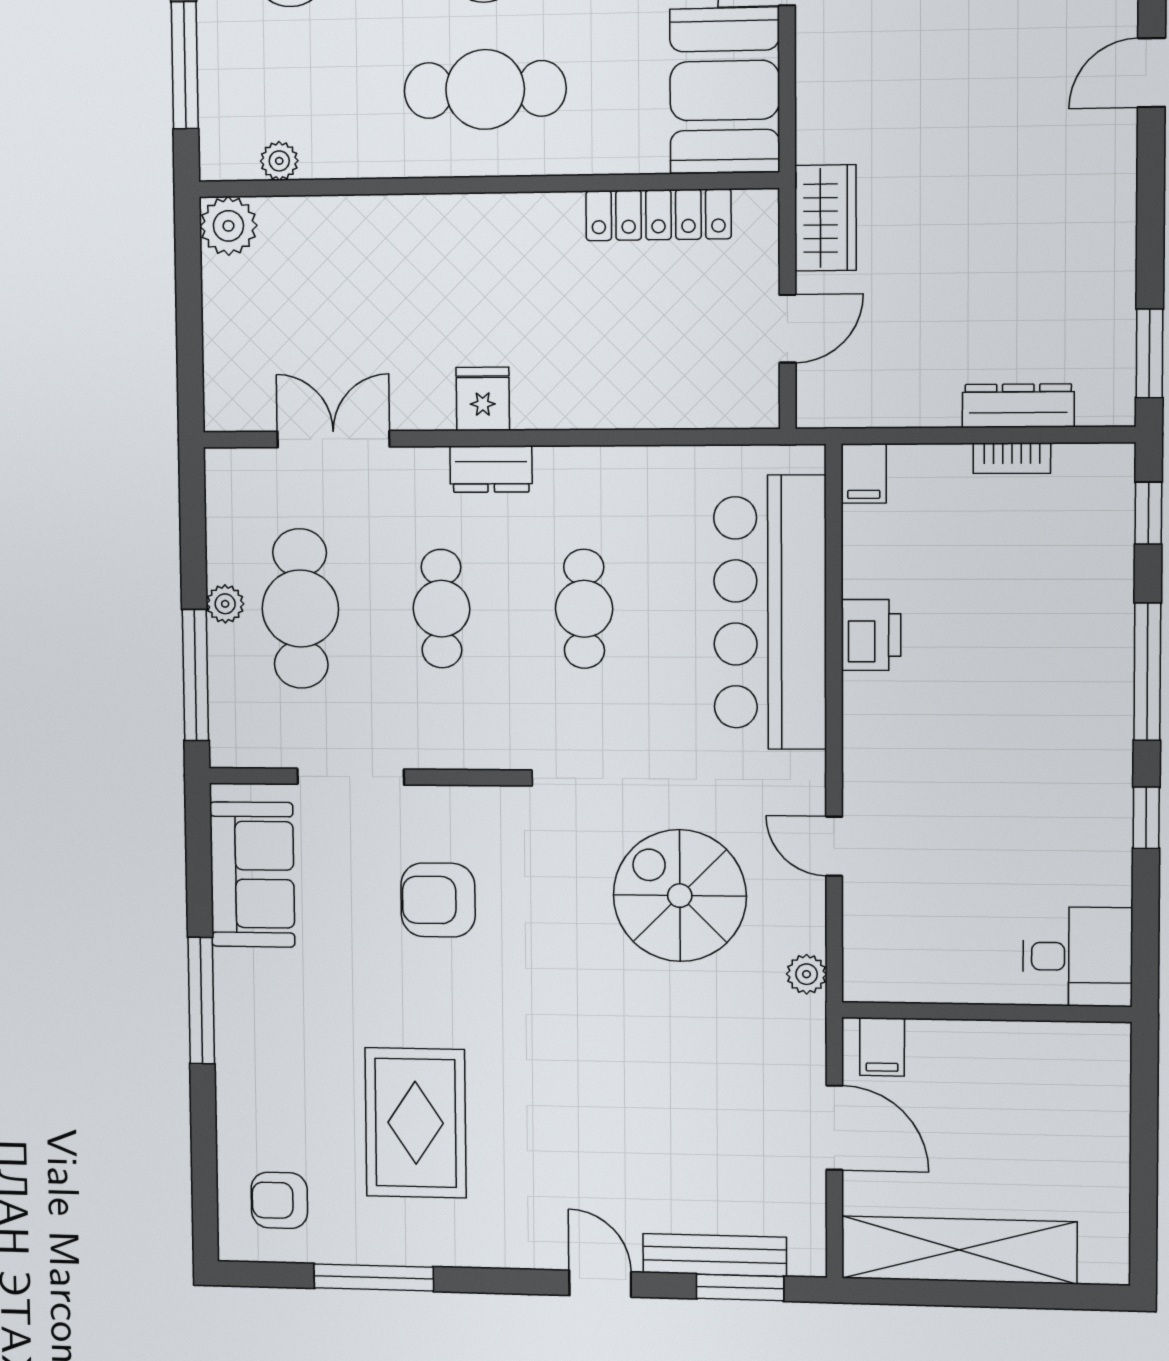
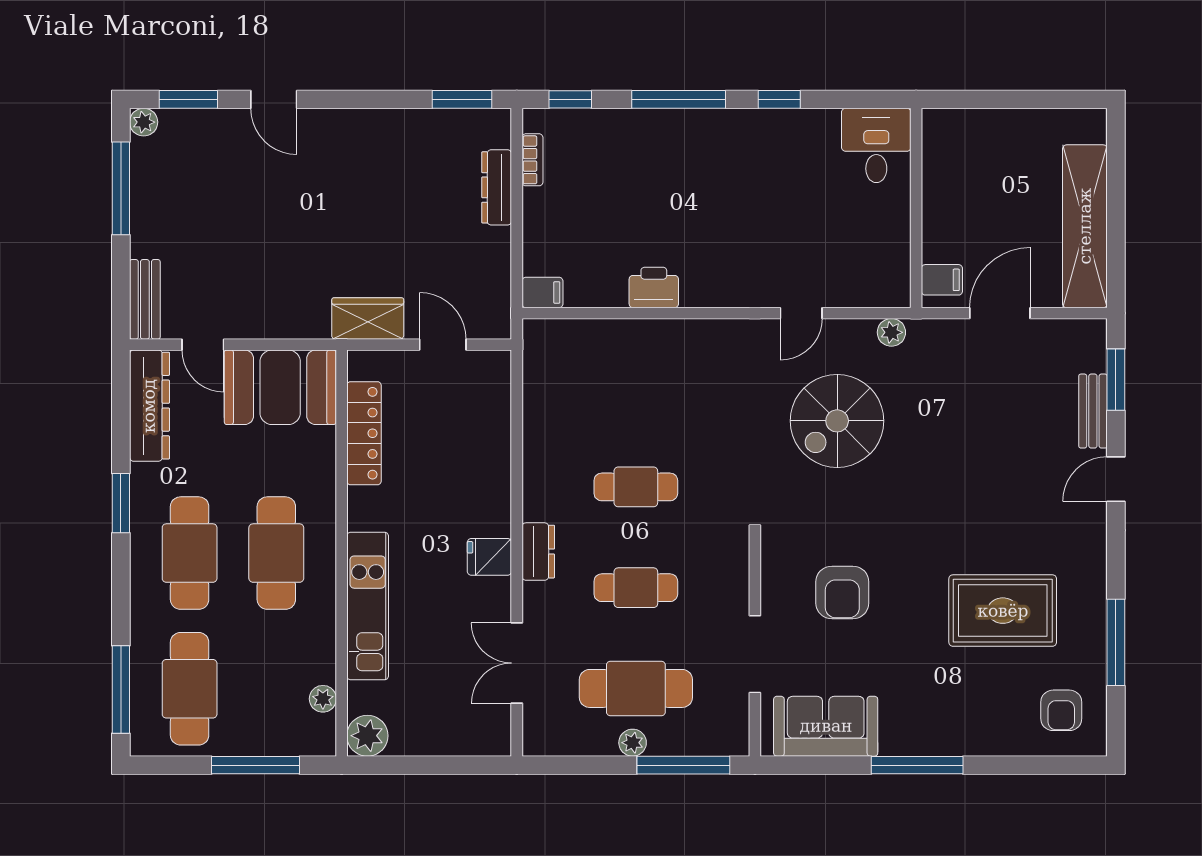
kitchen unit: (411, 224) -> (368, 606), added
bookcase: (1012, 458) -> (532, 160), moved
bar counter: (770, 613) -> (638, 357), removed
bench: (715, 1255) -> (1093, 411), width x0.73

